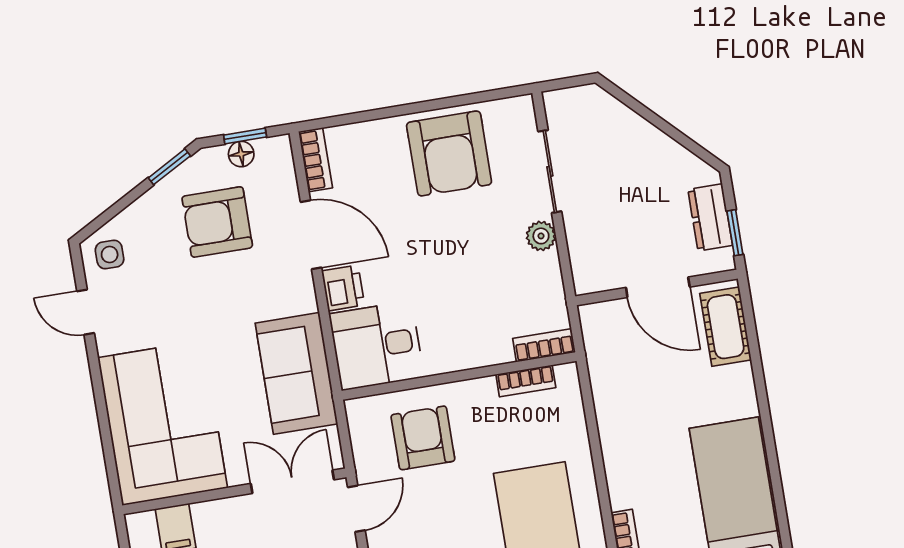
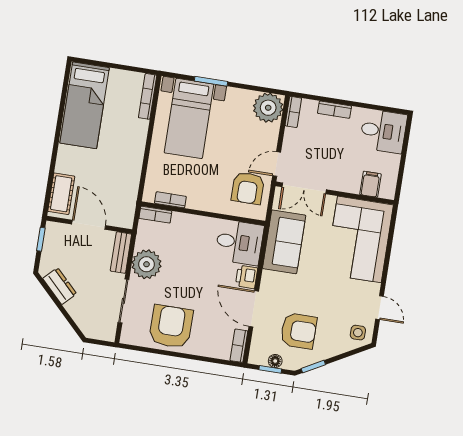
dresser: (710, 217) -> (60, 286), moved, turned -45
plant: (541, 236) -> (146, 264), width x1.87, depth x1.87
bench: (583, 257) -> (121, 253), added
armchair: (423, 438) -> (248, 188), moved

